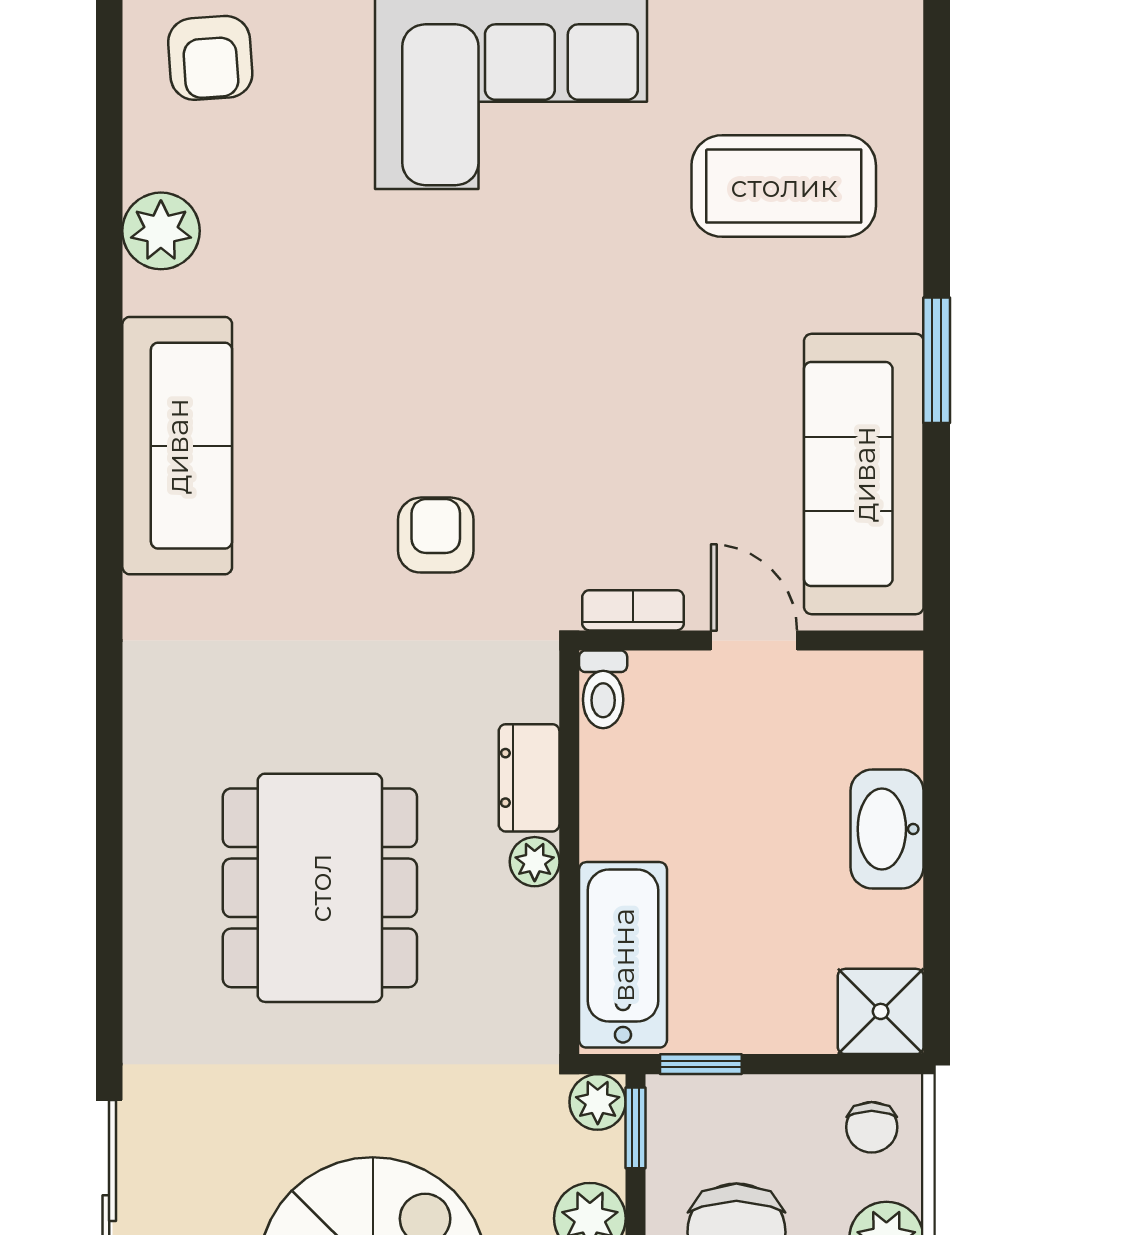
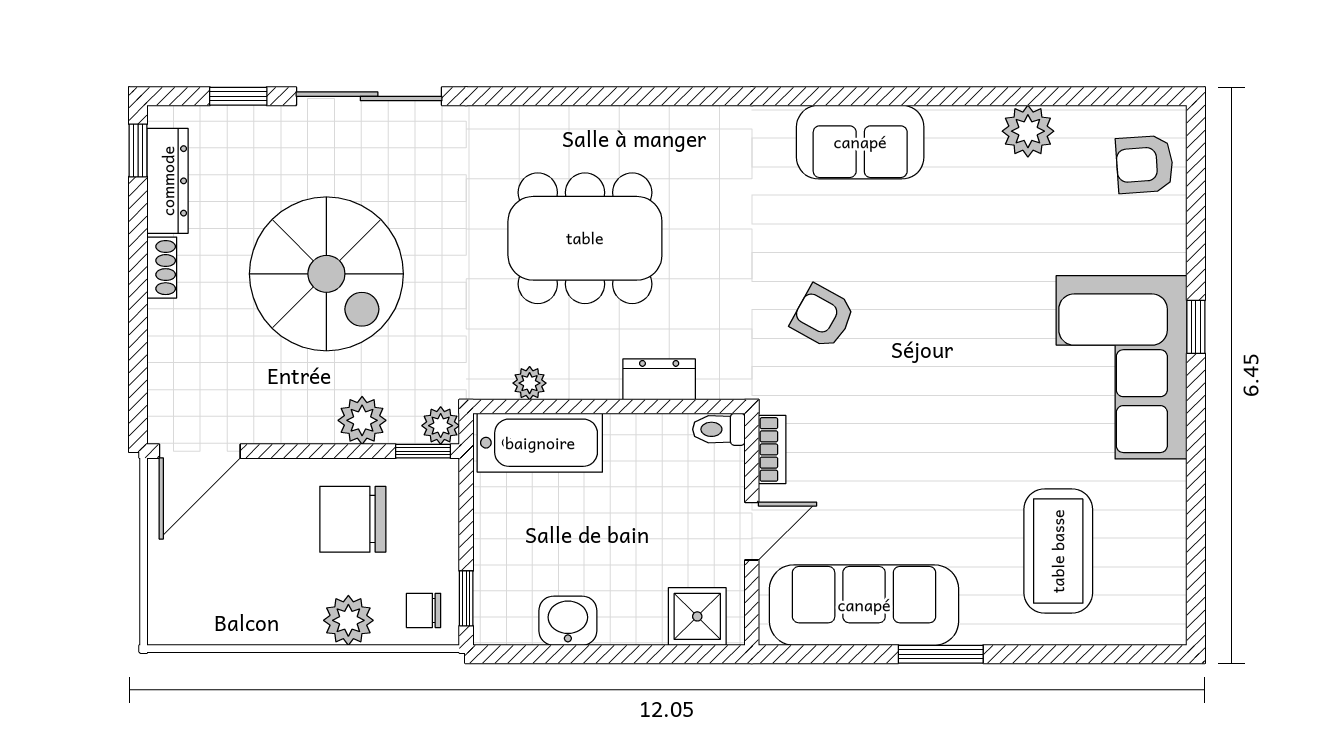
sofa: (177, 446) -> (860, 142), width x0.73
armchair: (436, 535) -> (823, 316), turned -151
washbasin: (887, 829) -> (568, 621), moved, width x0.72
plant: (535, 862) -> (530, 383), moved
shower: (881, 1011) -> (697, 616), moved
window: (701, 1064) -> (466, 598), moved

